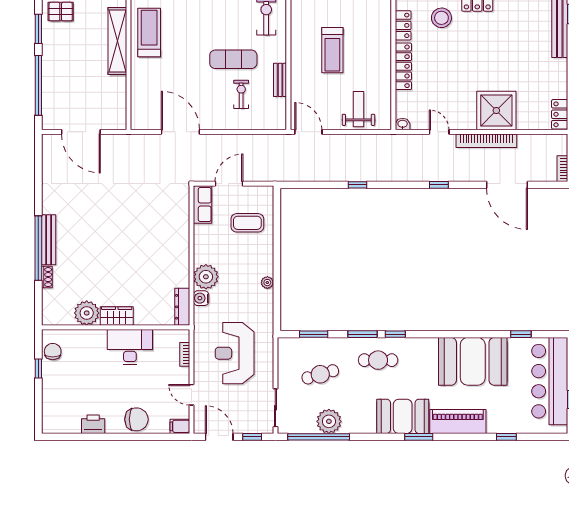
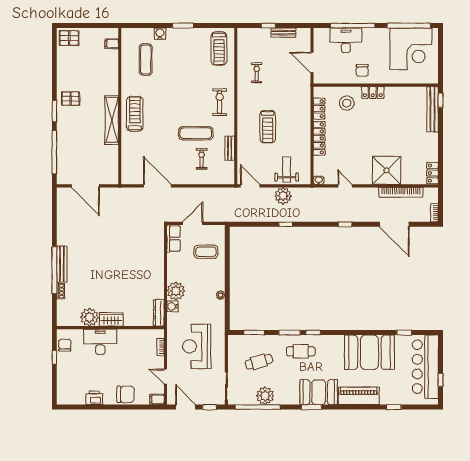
bookcase: (486, 141) -> (401, 192), moved
plant: (354, 146) -> (283, 196), added
desk: (130, 347) -> (100, 342), moved
window: (419, 437) -> (311, 407), moved

